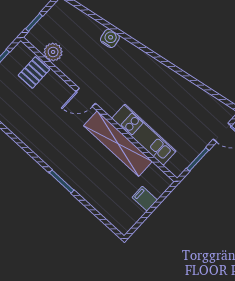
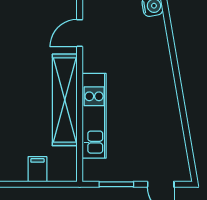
door: (86, 97) -> (80, 33), hinge flipped

